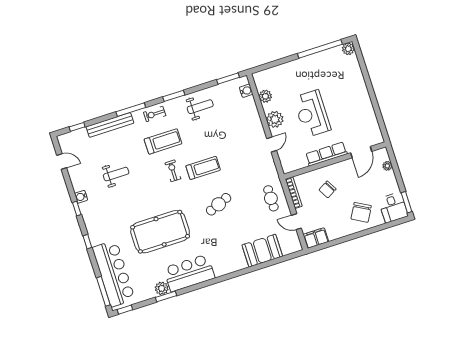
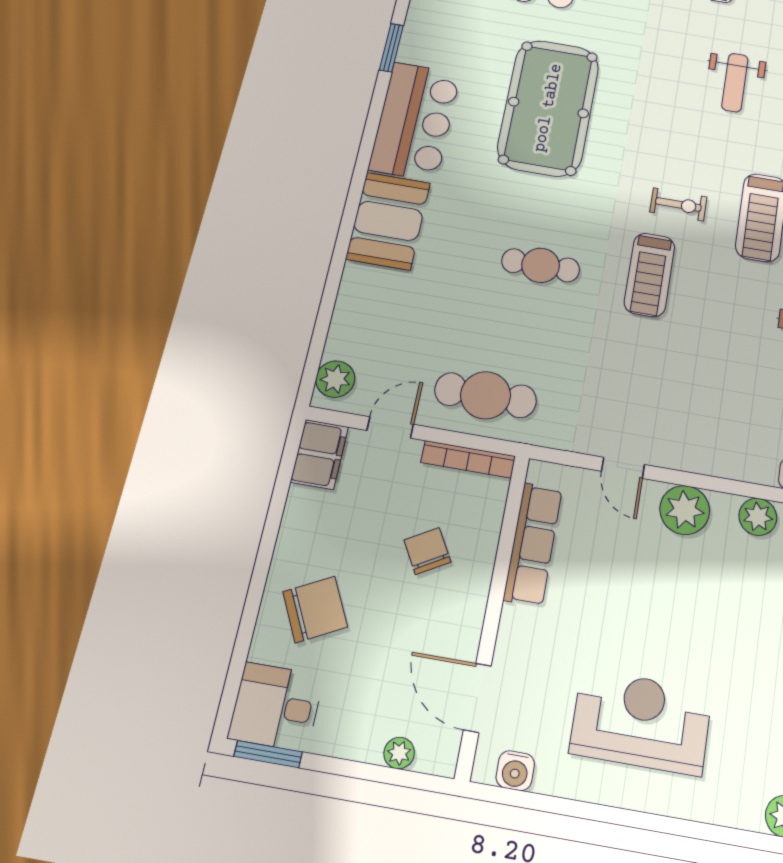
reception desk: (312, 114) -> (641, 722), moved
water cooler: (375, 131) -> (515, 771), added
row of seats: (326, 154) -> (533, 544), moved
cafe table: (271, 198) -> (486, 395), width x1.37, depth x1.35
cafe table: (219, 204) -> (541, 265), turned -68
chair: (361, 212) -> (315, 609), turned 124
booth: (262, 251) -> (388, 221), moved
plant: (162, 288) -> (335, 379), moved

